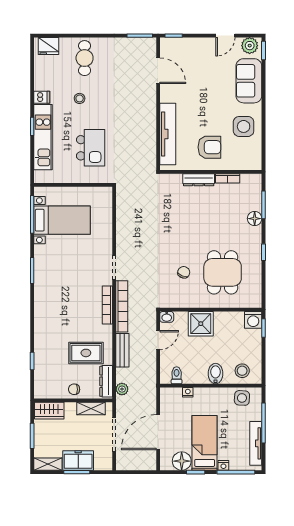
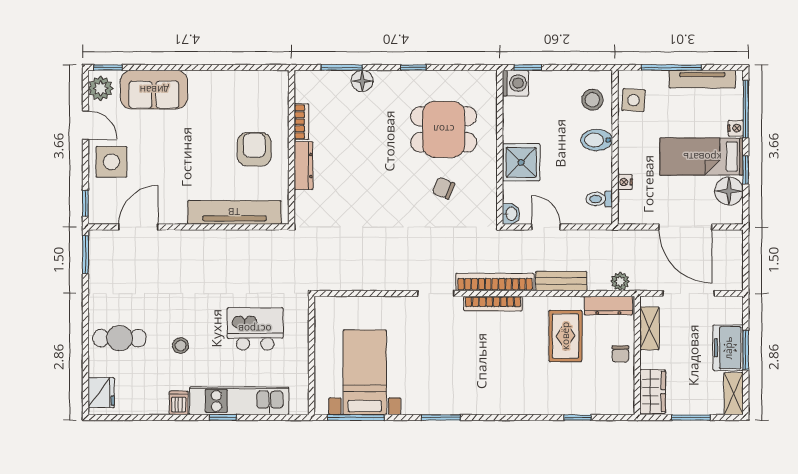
side table: (244, 126) -> (111, 162), moved

